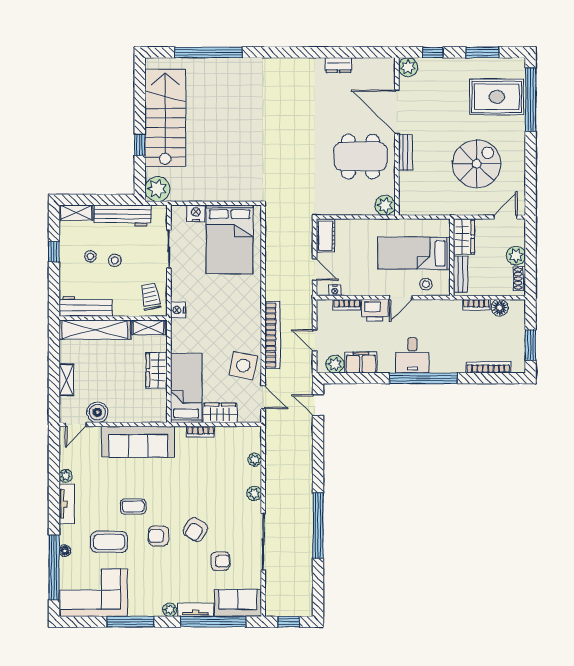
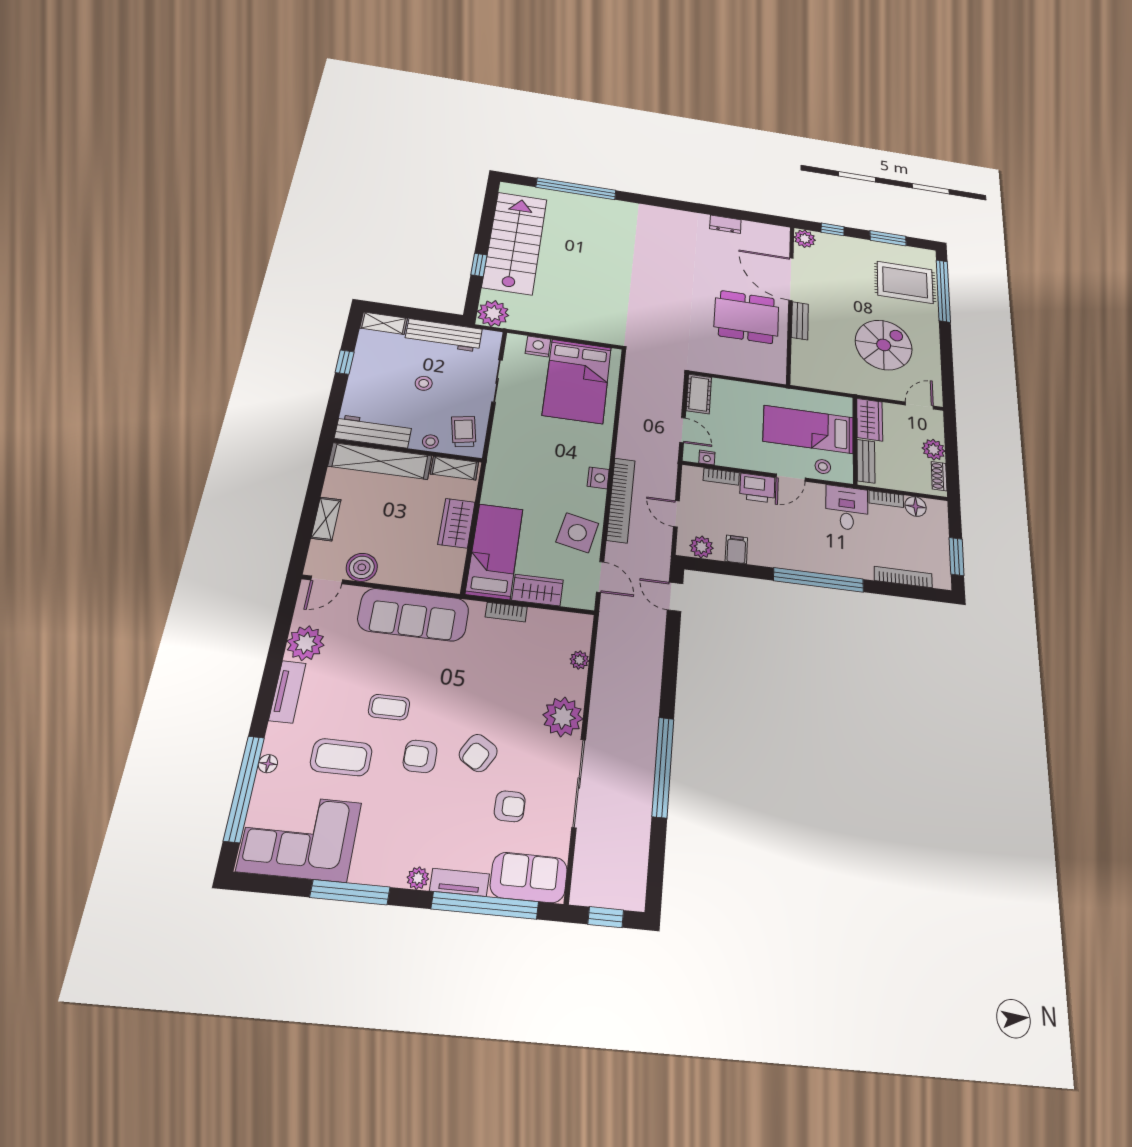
plant: (385, 205) -> (774, 372), removed
stool: (90, 256) -> (430, 442), moved
nightstand: (178, 310) -> (598, 478), moved, turned 180
desk: (412, 355) -> (847, 508), moved, turned 180
filing cabinet: (361, 363) -> (736, 549), width x0.50
plant: (66, 476) -> (306, 643), width x1.88, depth x1.88
plant: (254, 493) -> (563, 717), width x1.88, depth x1.88

